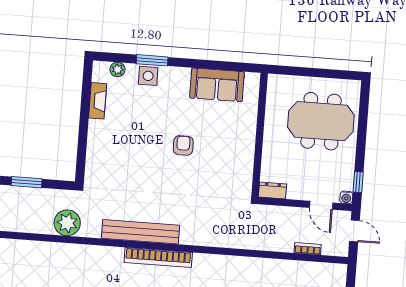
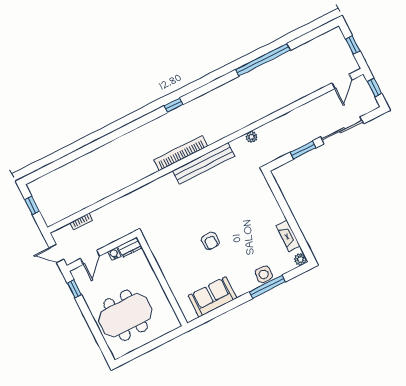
window: (152, 60) -> (267, 287), width x1.44
plant: (118, 70) -> (300, 259), moved
water cooler: (346, 197) -> (114, 254), moved
door: (321, 205) -> (90, 257), swing flipped
plant: (67, 223) -> (251, 137), width x0.53, depth x0.53

